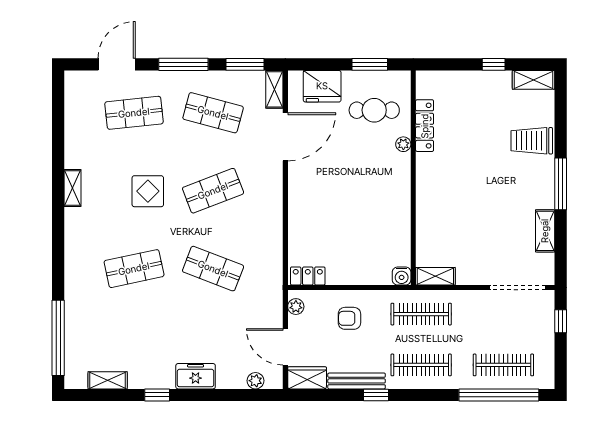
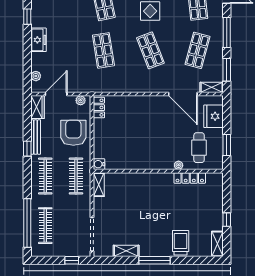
shop shelf: (213, 269) -> (103, 50), turned -30
armchair: (349, 318) -> (73, 133), width x1.88, depth x1.88

